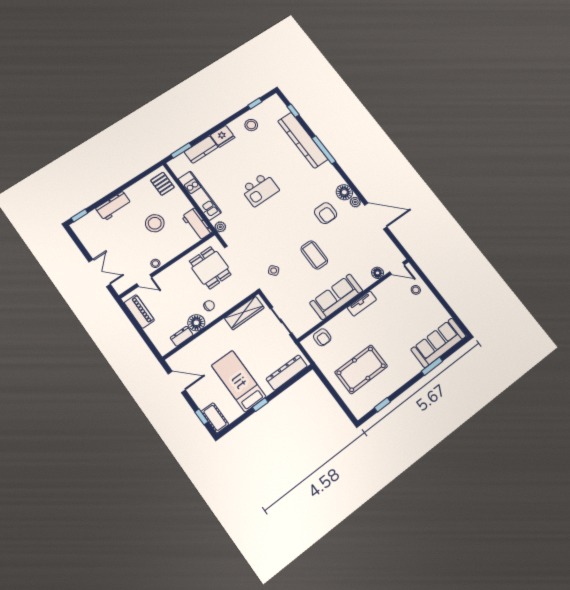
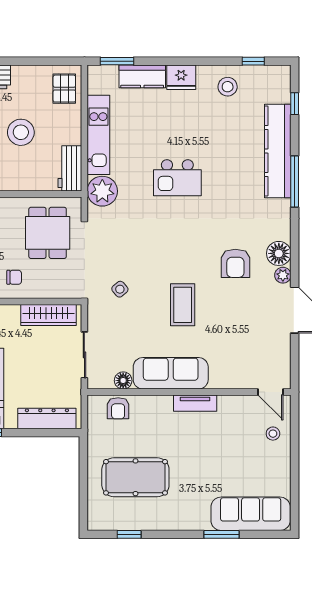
plant: (220, 227) -> (102, 191), width x1.88, depth x1.88
floor lamp: (378, 273) -> (123, 381), moved

